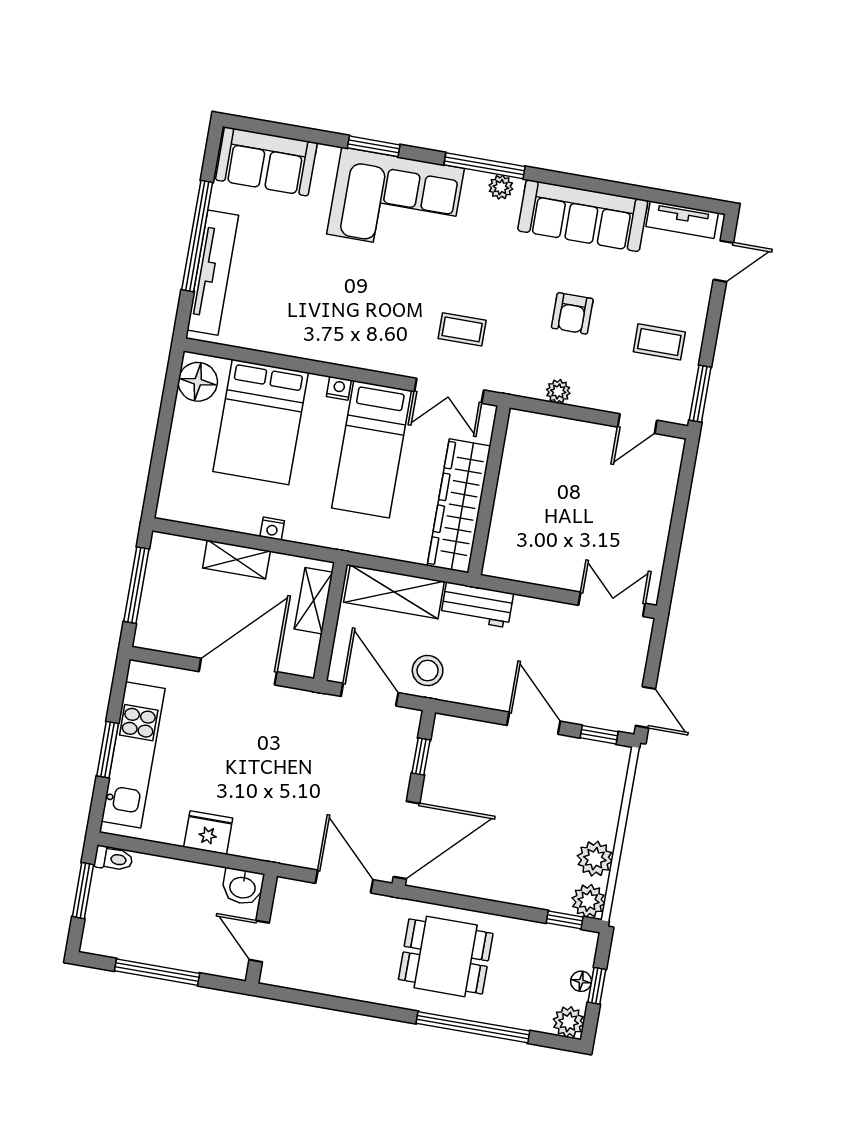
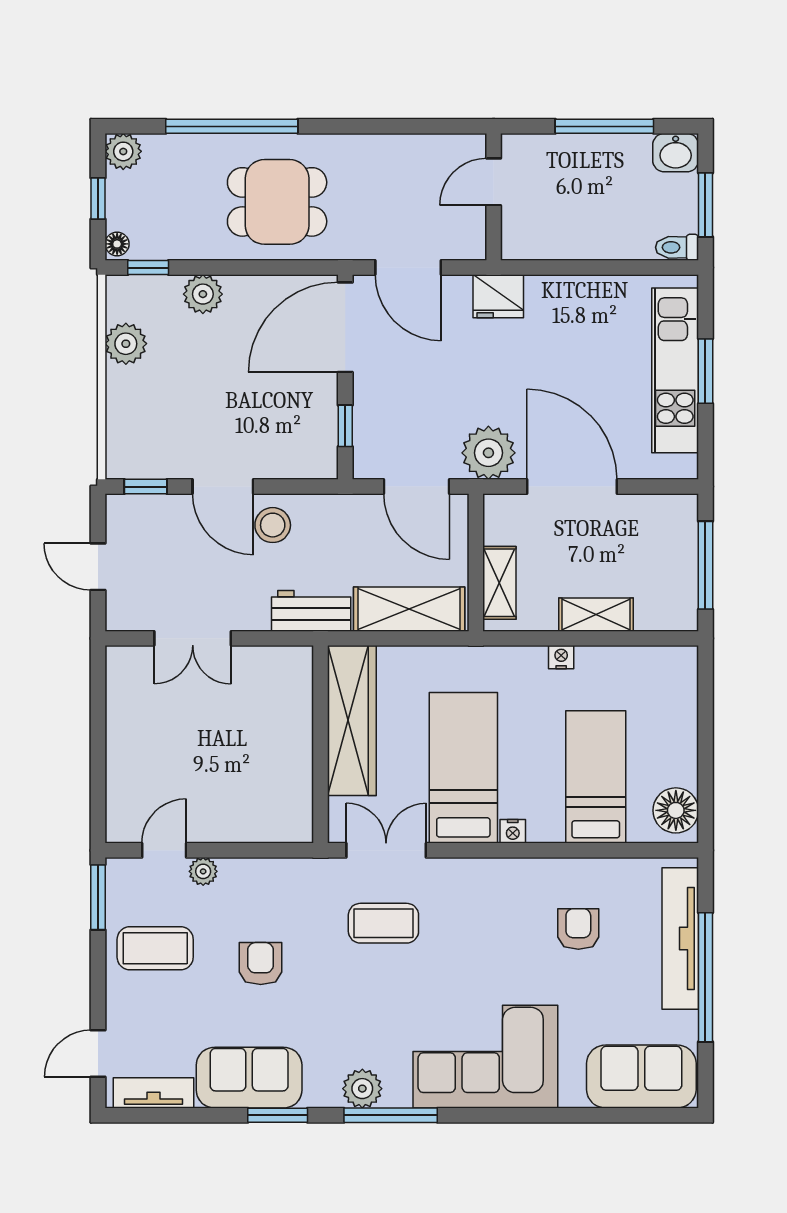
window: (374, 146) -> (278, 1115), moved
plant: (501, 187) -> (362, 1089), width x1.38, depth x1.38
sofa: (583, 216) -> (249, 1078), width x0.73
armchair: (298, 296) -> (578, 929), added
coffee table: (462, 329) -> (383, 923), width x1.36, depth x1.30
coffee table: (659, 342) -> (155, 948), width x1.36, depth x1.30
plant: (558, 391) -> (203, 871), moved
bed: (261, 422) -> (596, 777), width x0.67
double door: (612, 604) -> (193, 638), moved
stool: (428, 670) -> (273, 525), moved
door: (238, 672) -> (572, 487), swing flipped
door: (645, 707) -> (98, 567), moved
plant: (304, 713) -> (488, 453), added
fridge: (208, 833) -> (498, 296), moved
washbasin: (243, 887) -> (676, 153), moved, turned 180
plant: (588, 901) -> (203, 294), moved
door: (259, 941) -> (494, 182), swing flipped
floor lamp: (581, 981) -> (117, 244), moved

